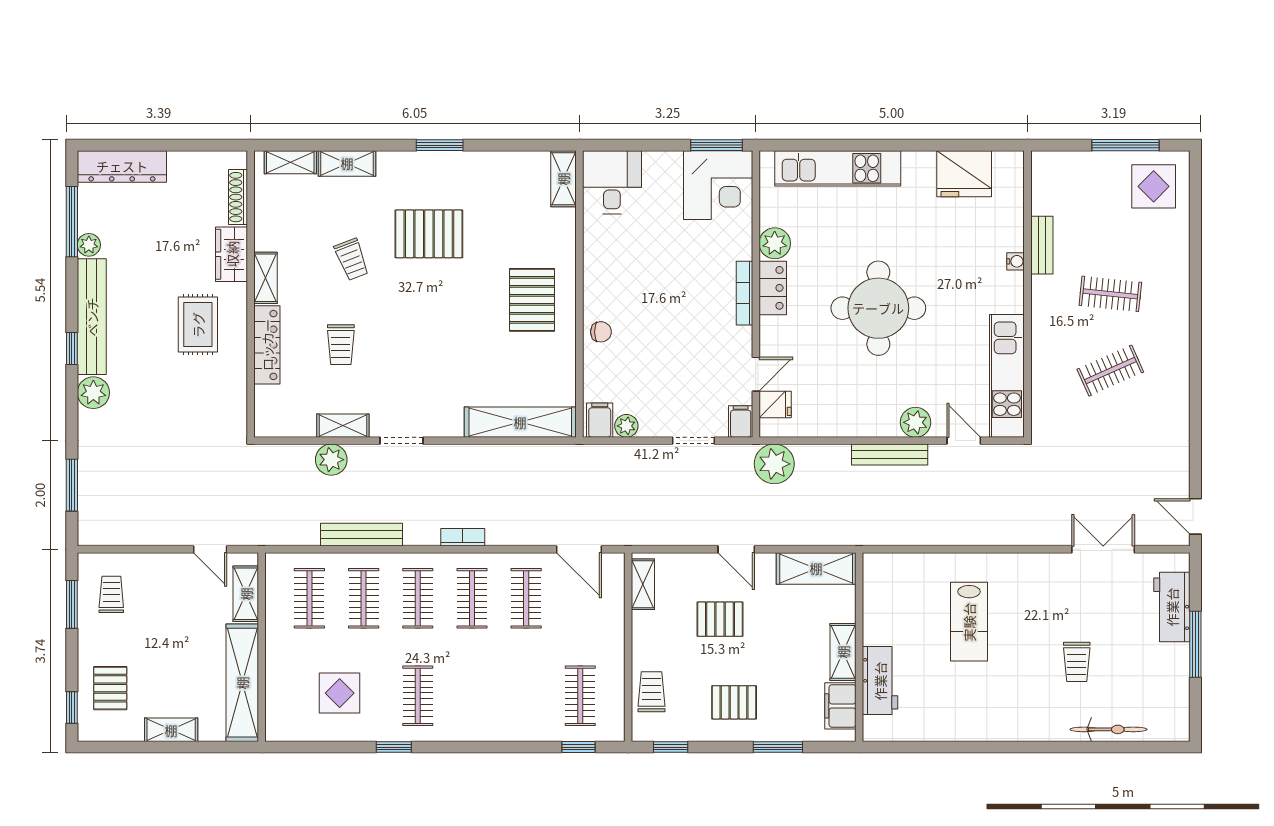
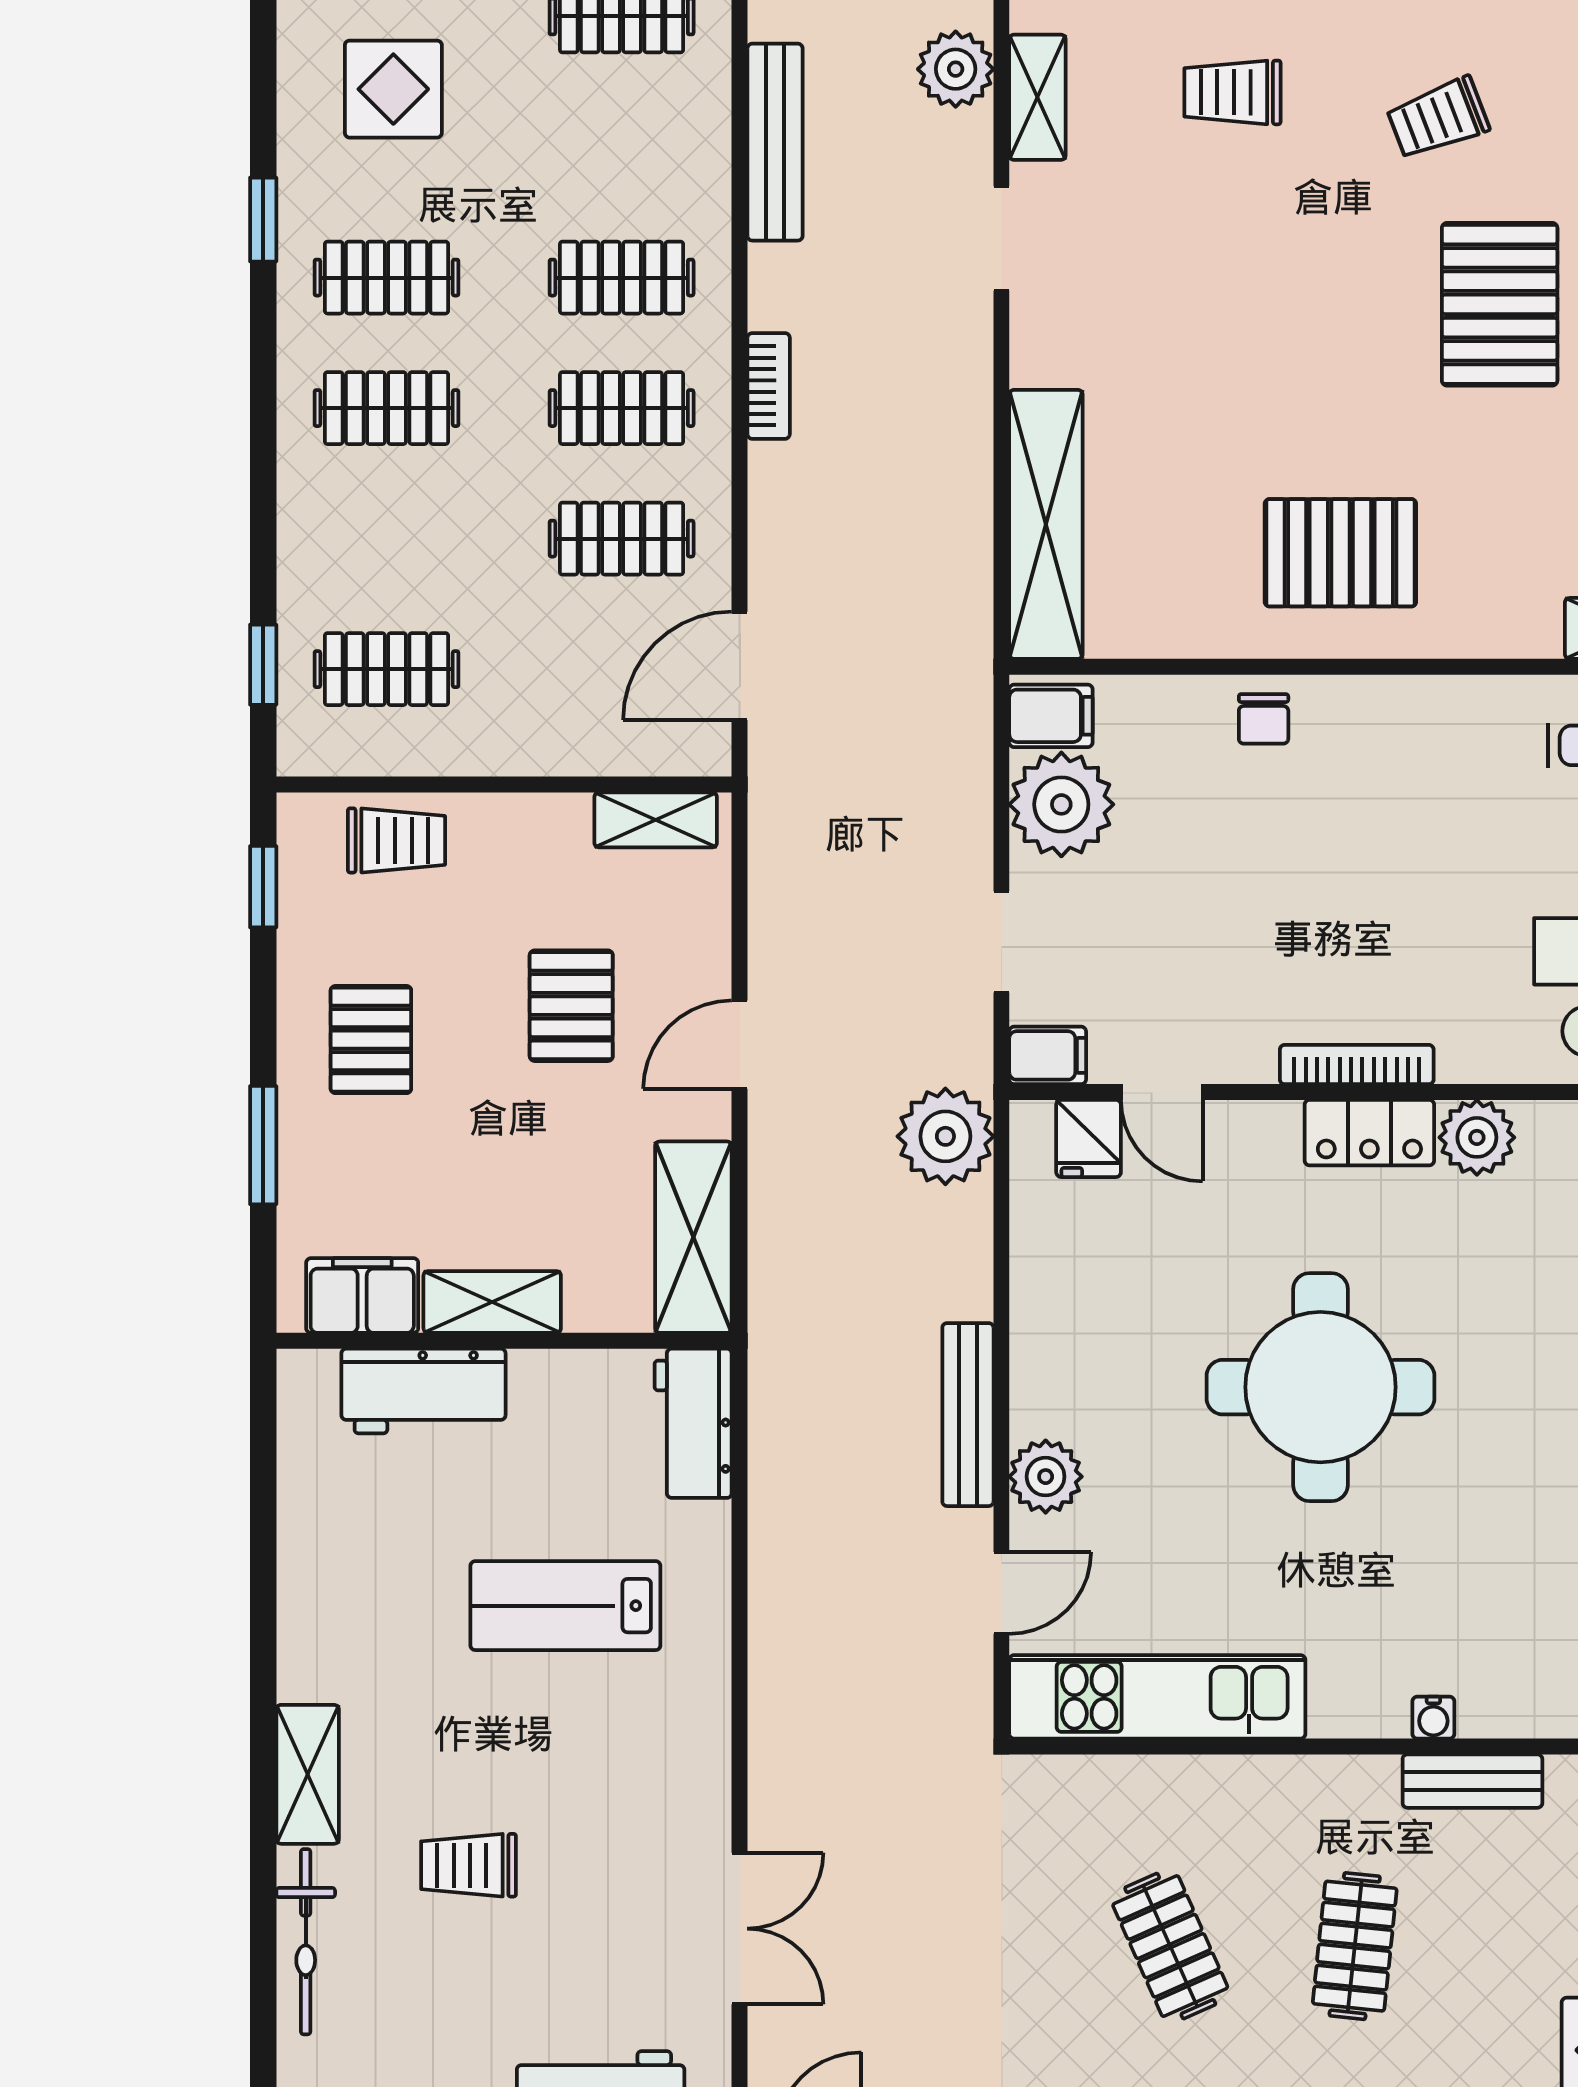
plant: (626, 426) -> (1061, 804), width x1.88, depth x1.88
workbench: (893, 569) -> (693, 1423), added
clothes rail: (364, 598) -> (386, 408), moved
shelving: (1039, 729) -> (308, 1774), added

